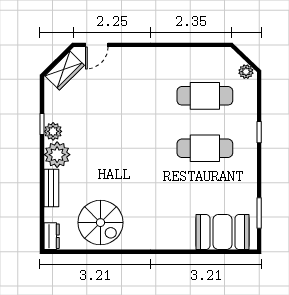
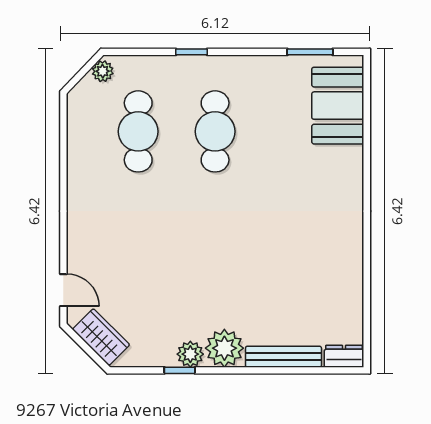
bench: (51, 188) -> (283, 357), width x1.36
spiral stairs: (100, 223) -> (324, 285), removed

